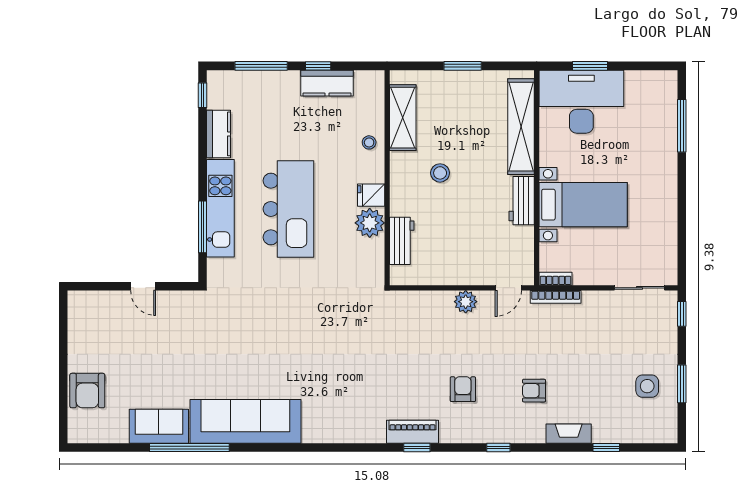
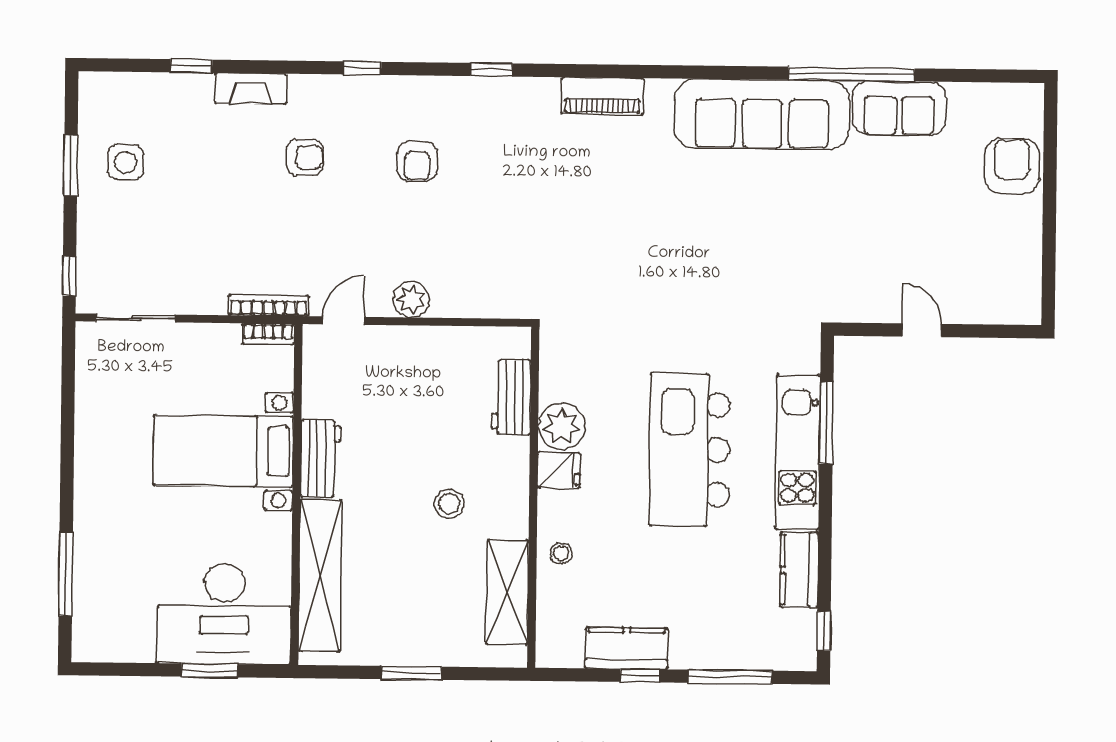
piano: (413, 432) -> (602, 96), moved

